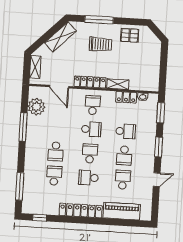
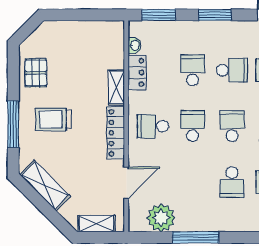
trolley: (101, 44) -> (53, 119), turned -90
school desk: (56, 151) -> (232, 182), turned 90
school desk: (90, 153) -> (232, 126), turned 90

